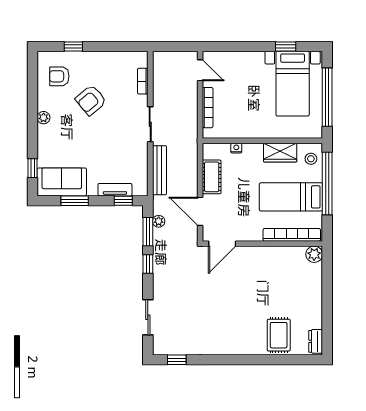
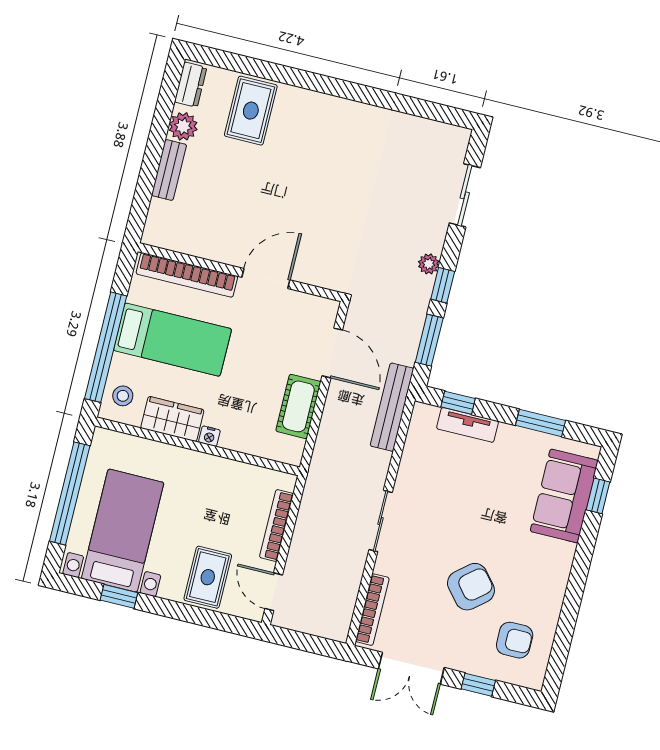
double door: (113, 47) -> (411, 668), added
rug: (239, 69) -> (208, 577), added
bookcase: (143, 81) -> (372, 610), width x1.56
plant: (44, 118) -> (558, 577), removed
nightstand: (236, 148) -> (209, 436), moved
bench: (159, 170) -> (392, 407), moved
sofa: (62, 182) -> (564, 496), moved, turned 90
plant: (159, 221) -> (429, 264), moved
door: (222, 244) -> (266, 279), moved
plant: (314, 254) -> (183, 126), moved
bench: (316, 291) -> (169, 170), added
window: (177, 360) -> (434, 111), removed

